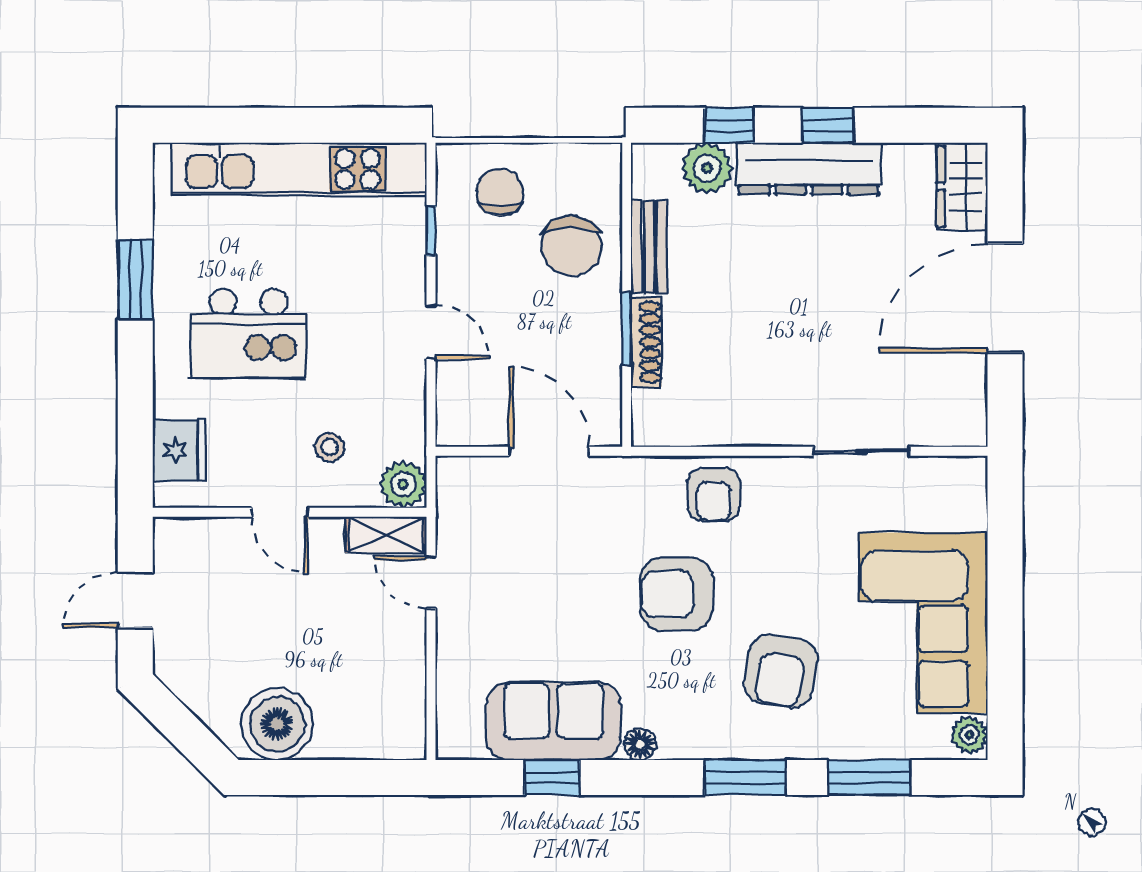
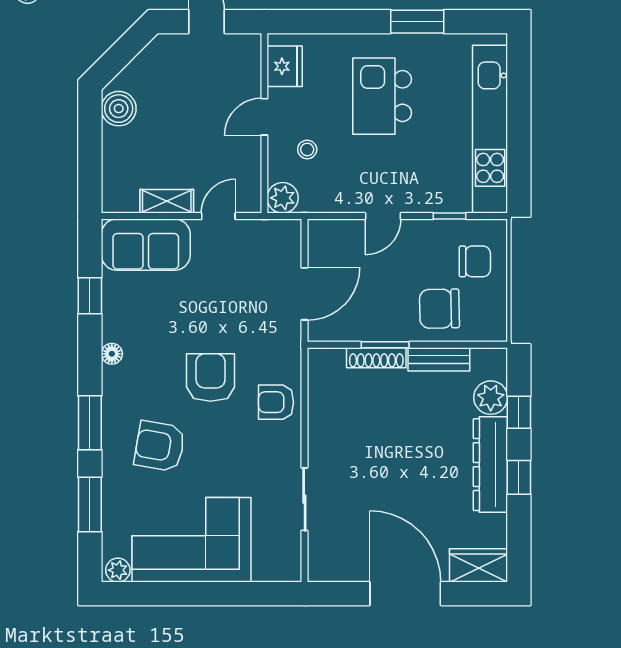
fridge: (179, 450) -> (285, 66), moved, turned -90
shelving: (386, 535) -> (167, 201), moved, turned 90
sofa: (553, 721) -> (146, 245), moved, turned 90
boiler: (277, 724) -> (119, 109), width x0.73, depth x0.73

